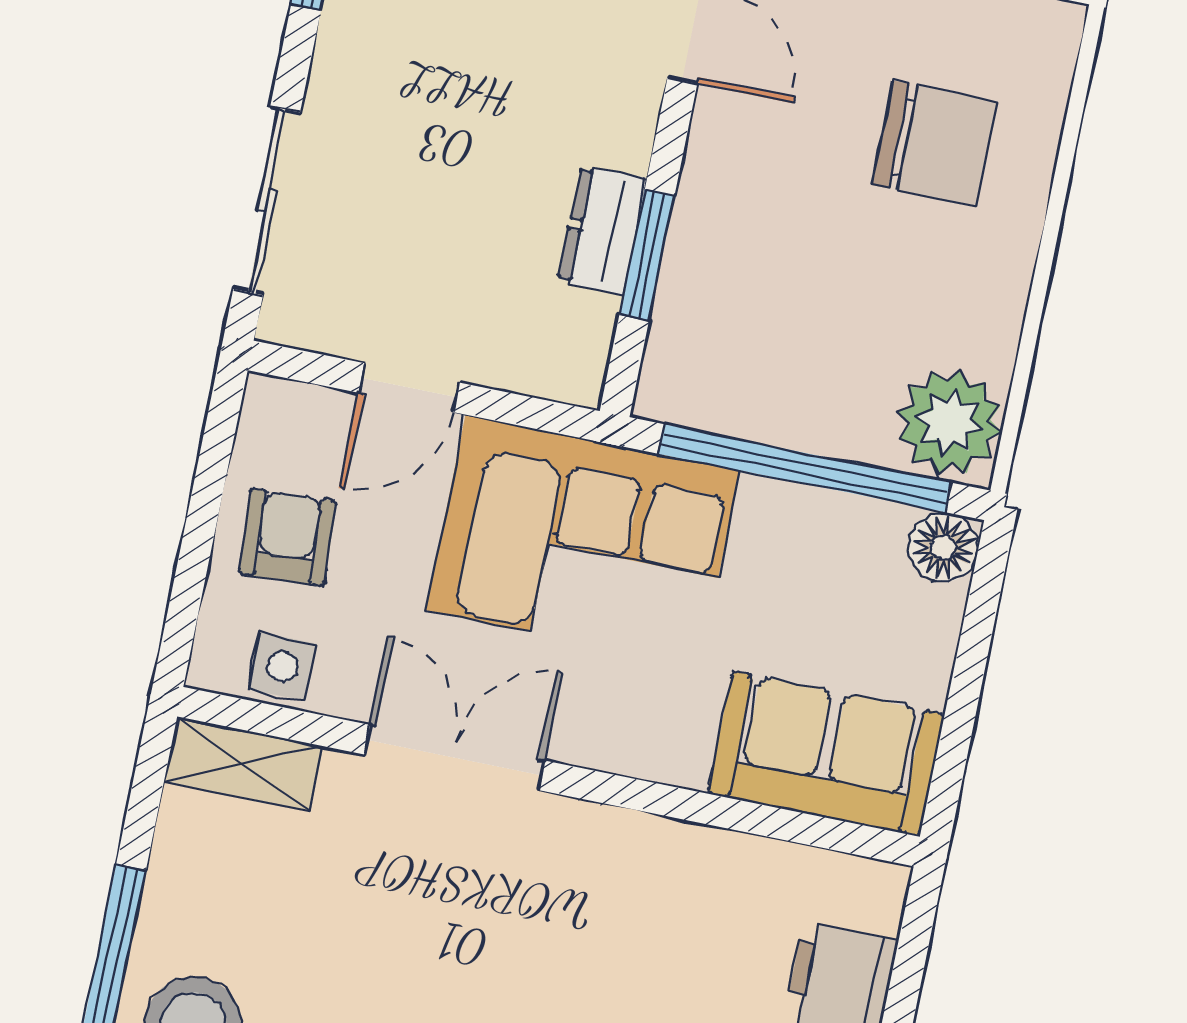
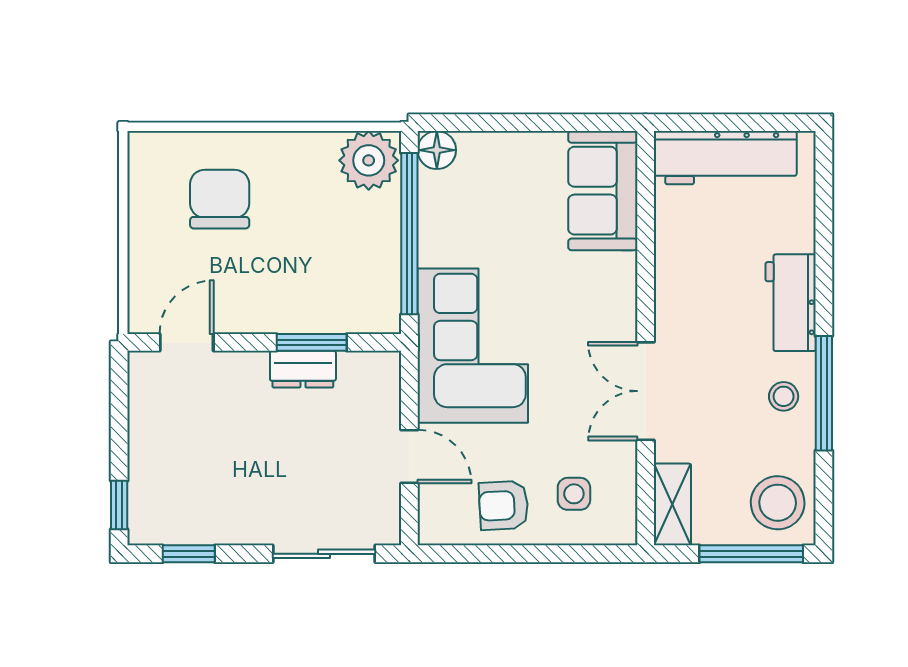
sofa: (826, 754) -> (603, 191), moved
double door: (454, 757) -> (646, 391), moved
shelving: (243, 764) -> (672, 504), moved
wall: (548, 777) -> (646, 338), moved

